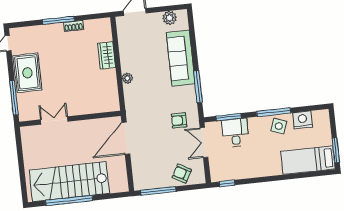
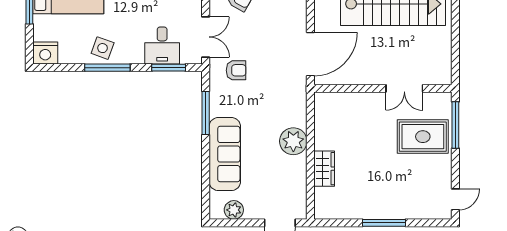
shoe rack: (74, 26) -> (364, 213), removed
rug: (27, 73) -> (423, 137), moved, turned 90
plant: (127, 78) -> (293, 141), width x1.88, depth x1.88
nightstand: (303, 120) -> (45, 53), moved

